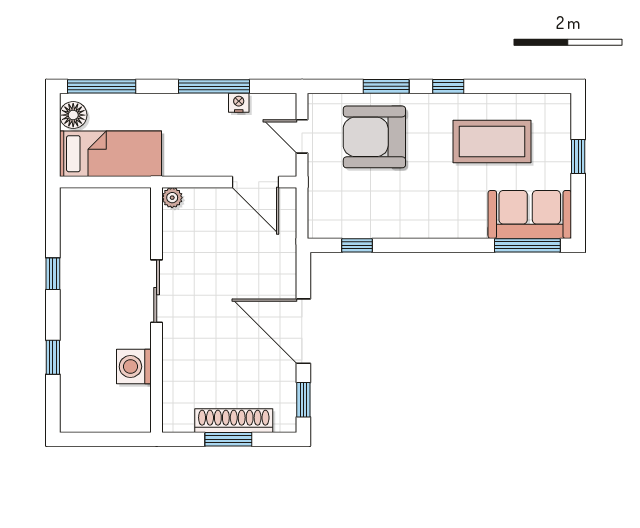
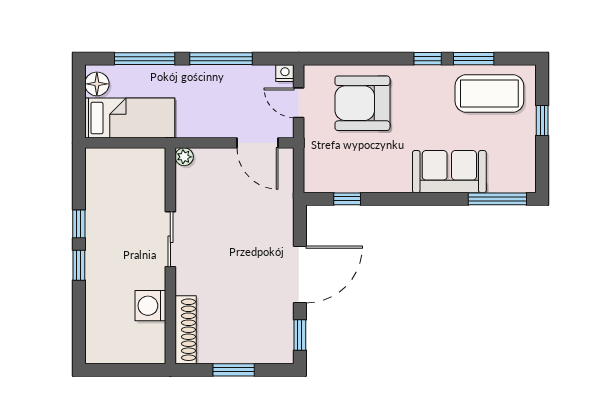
window: (102, 86) -> (145, 59), moved
window: (386, 86) -> (474, 59), moved
nightstand: (239, 103) -> (285, 73), moved
coffee table: (492, 142) -> (489, 94), moved
sofa: (530, 214) -> (449, 172), moved
door: (303, 331) -> (300, 275), swing flipped
window: (53, 357) -> (79, 265), moved
shoe rack: (234, 421) -> (186, 330), moved, turned 90

